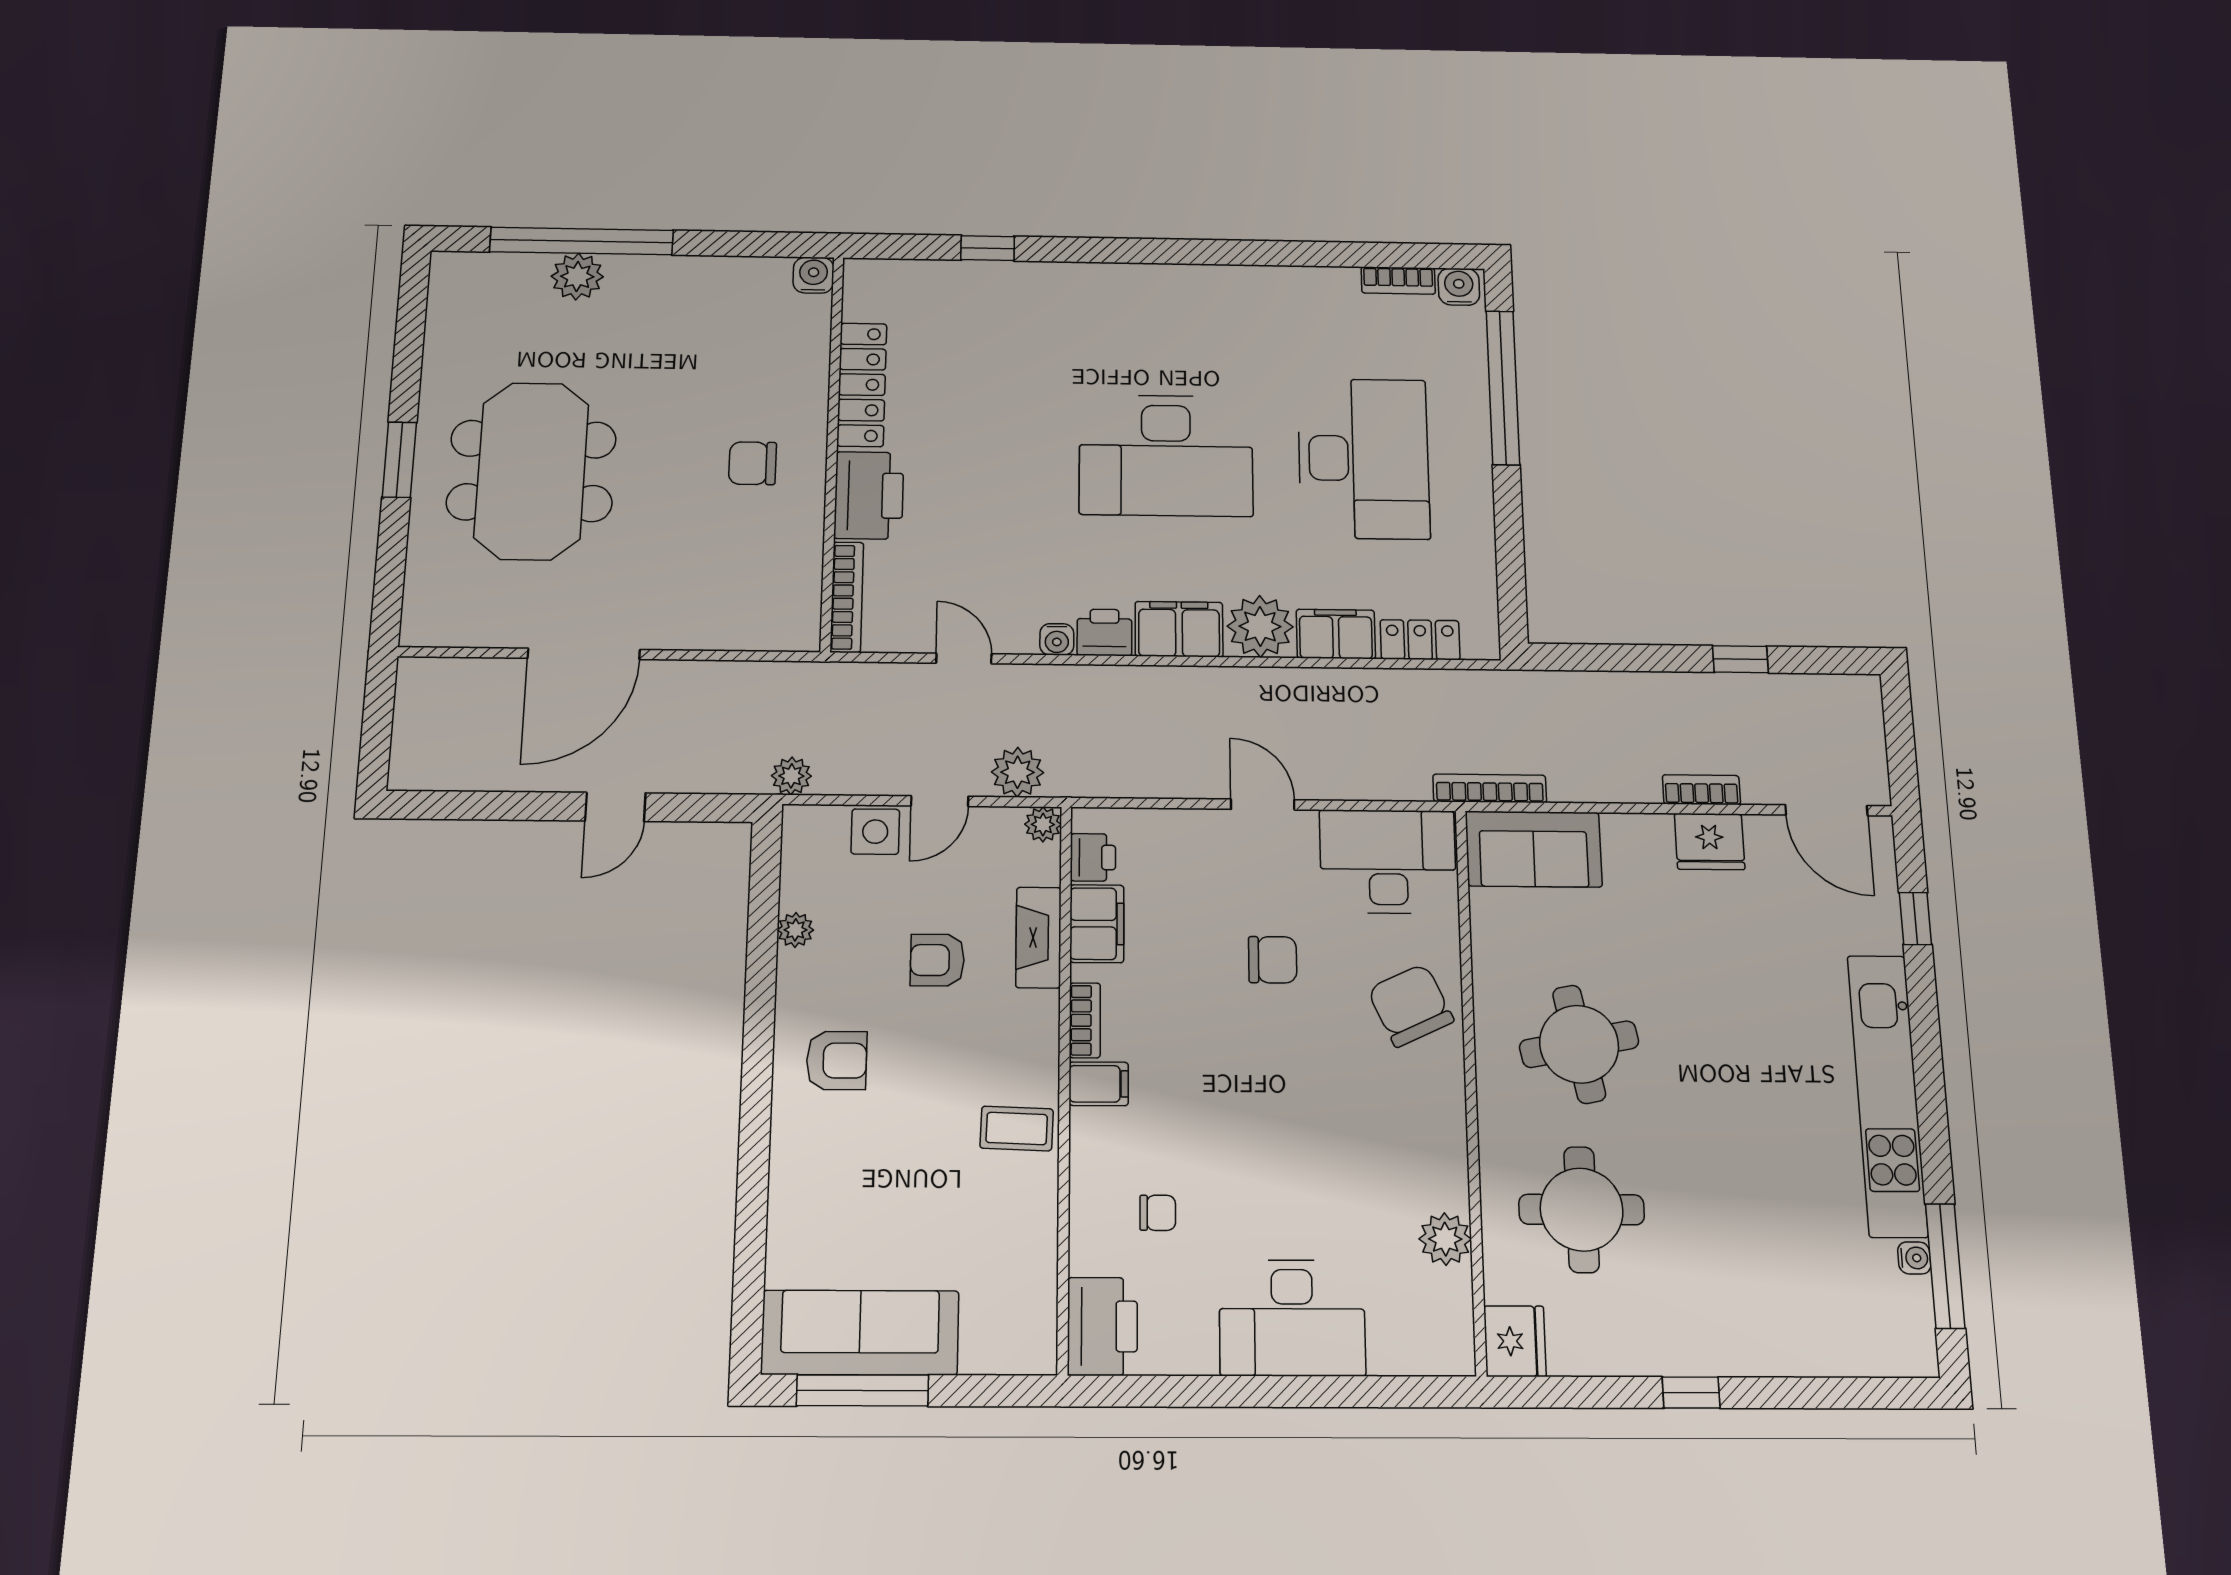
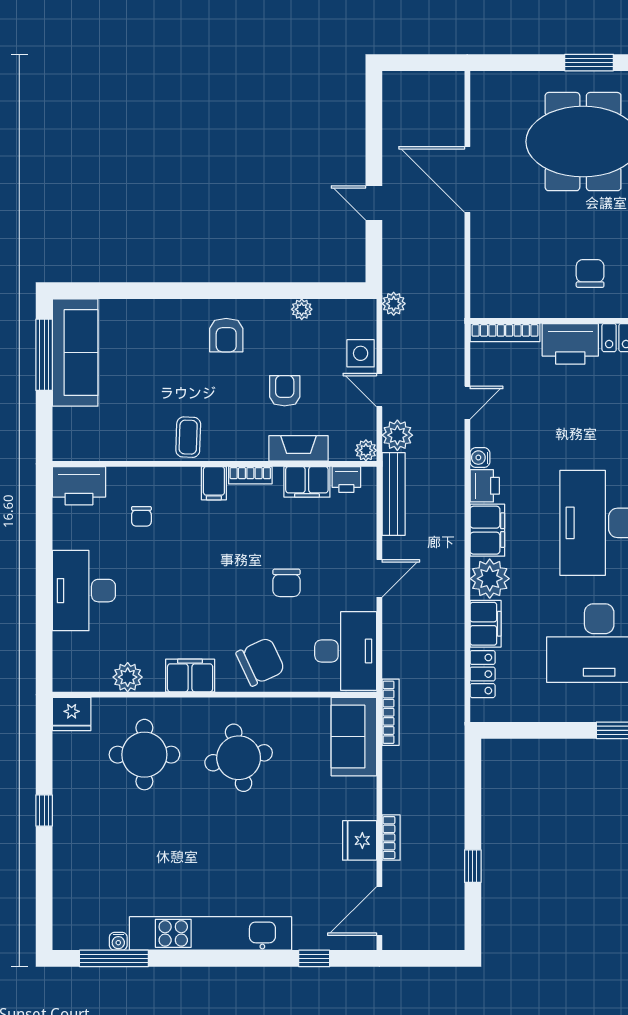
bench: (1118, 779) -> (394, 494), added
filing cabinet: (1439, 1128) -> (190, 676), added

